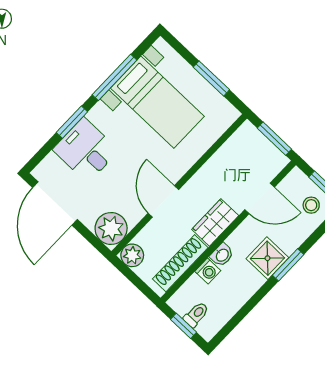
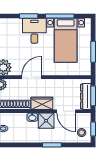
desk: (86, 150) -> (34, 31), moved
dresser: (265, 150) -> (86, 97), added
shower: (267, 258) -> (46, 121), moved
washing machine: (208, 271) -> (21, 118), removed

